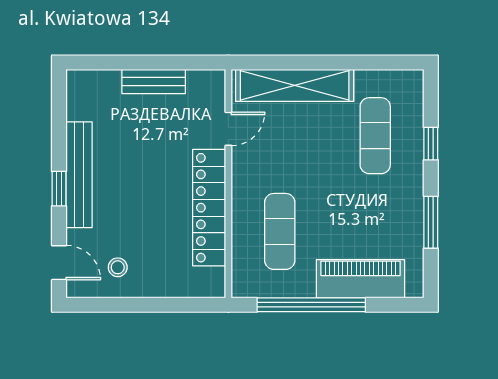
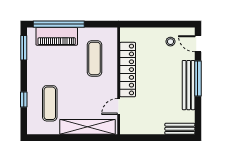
bench: (154, 81) -> (180, 129), moved
window: (59, 189) -> (198, 78), width x2.17
window: (431, 222) -> (24, 48), moved
window: (311, 305) -> (59, 24), moved

